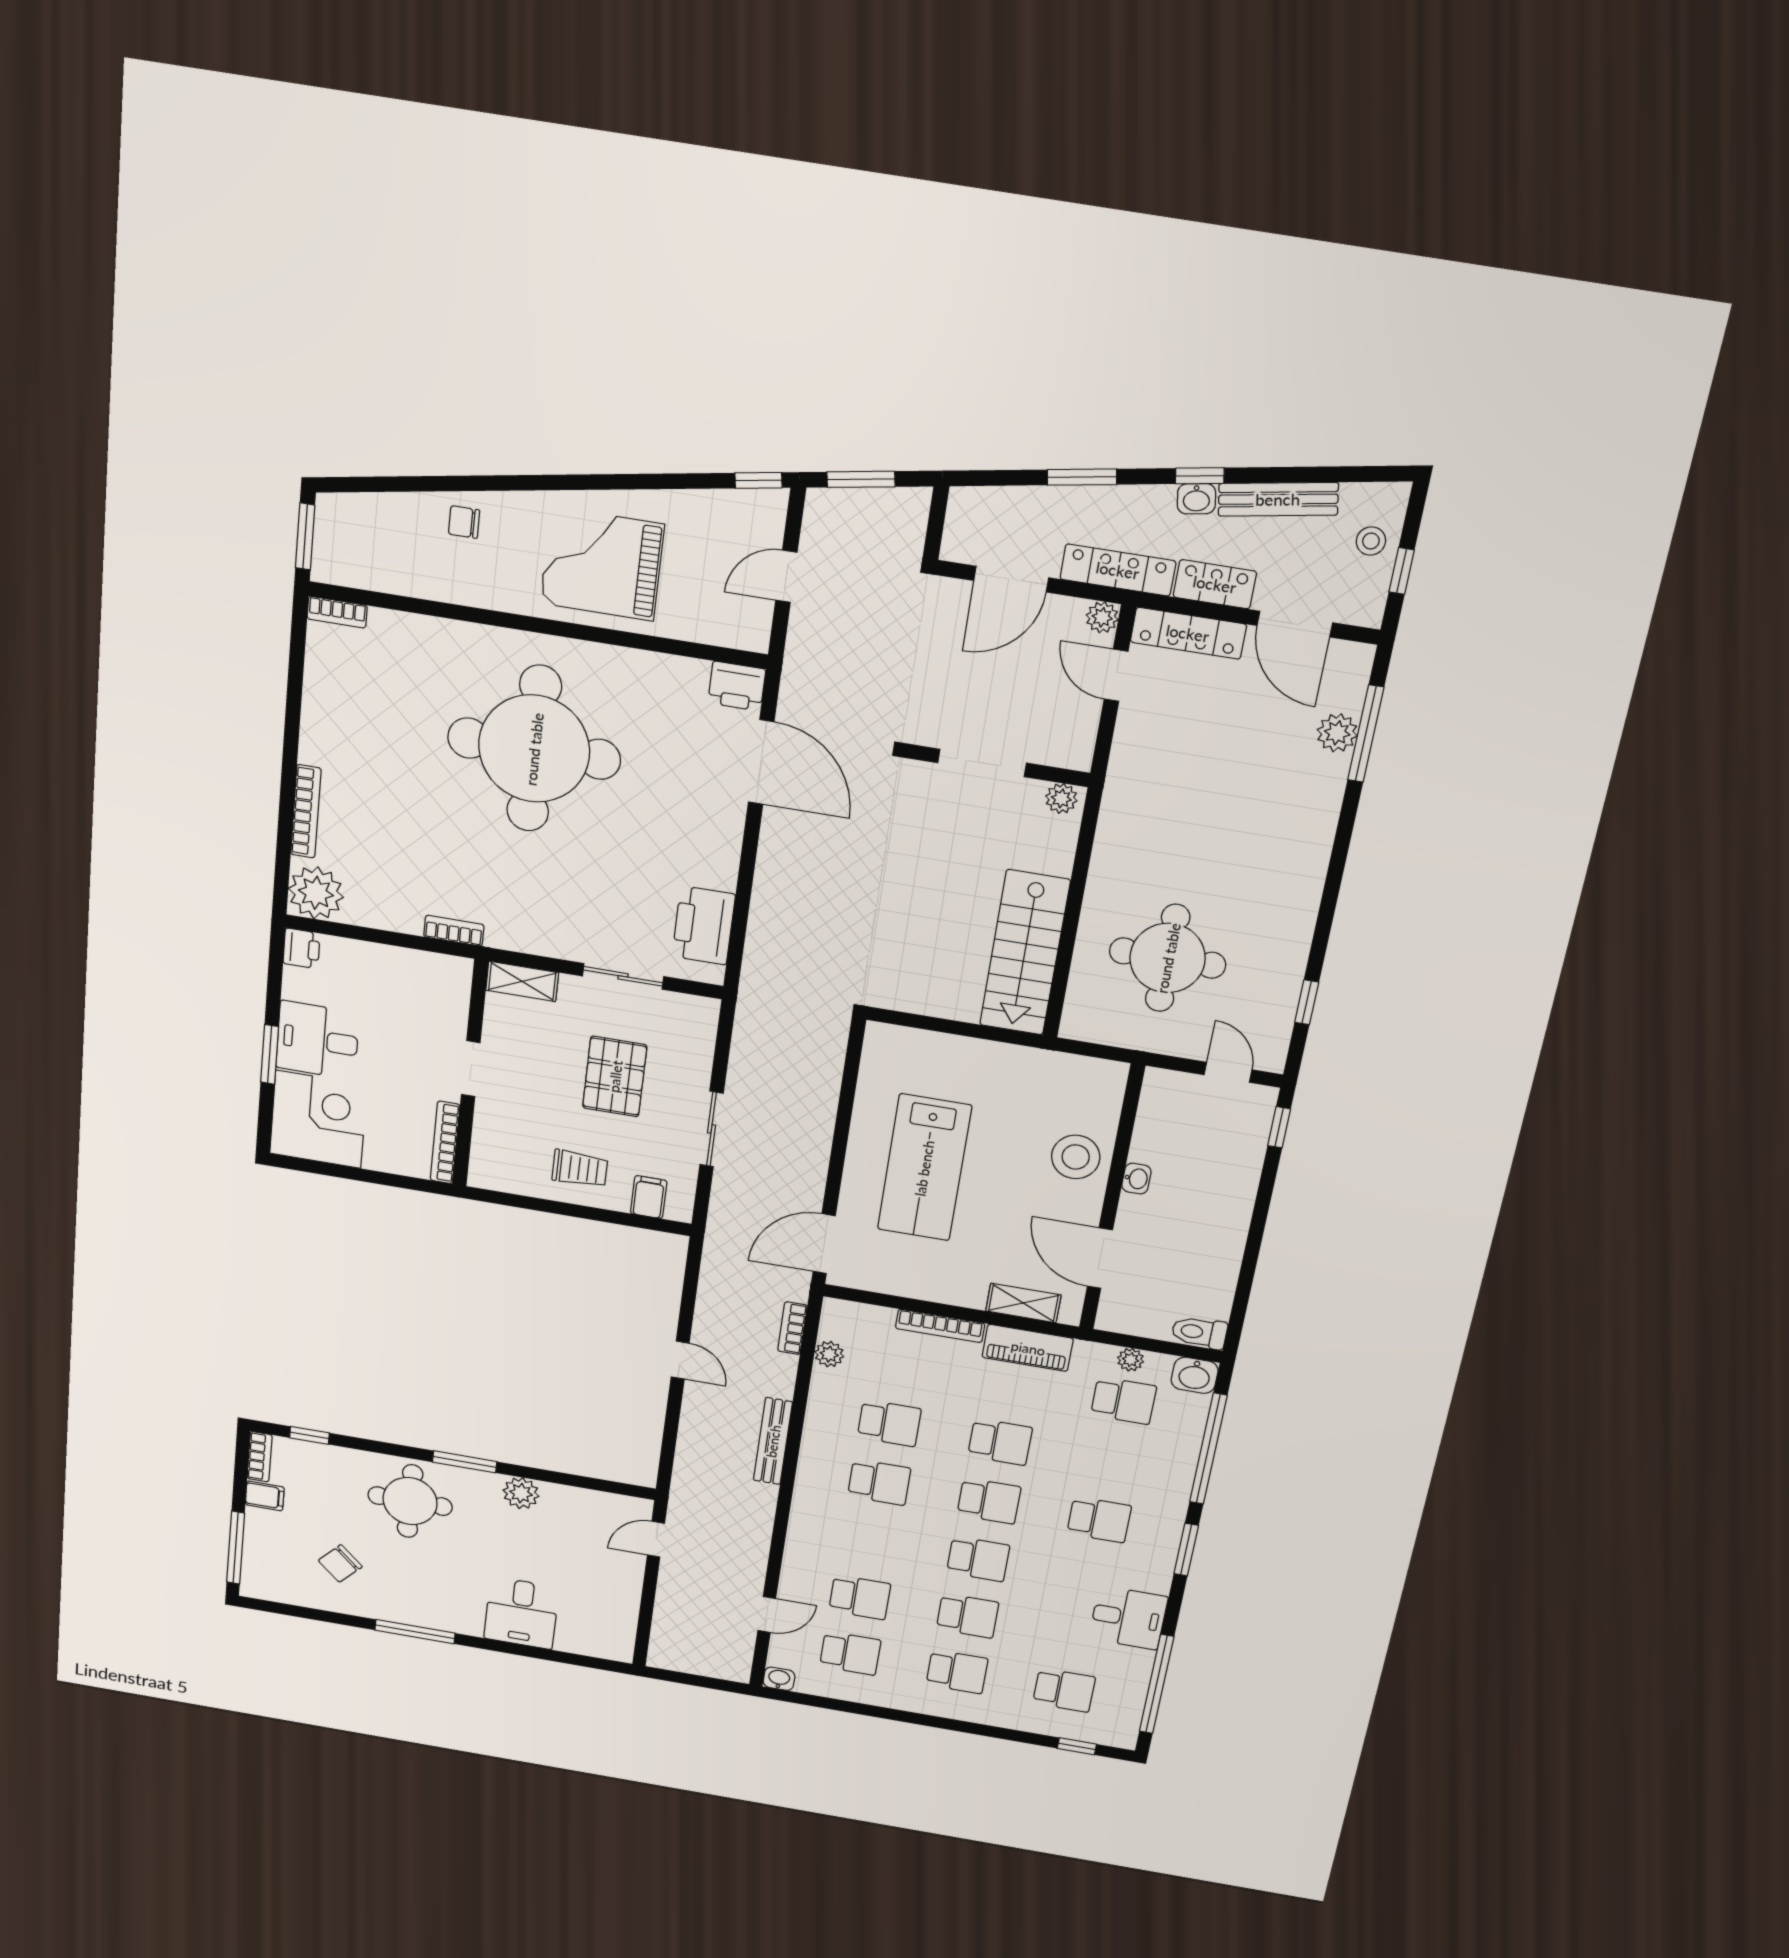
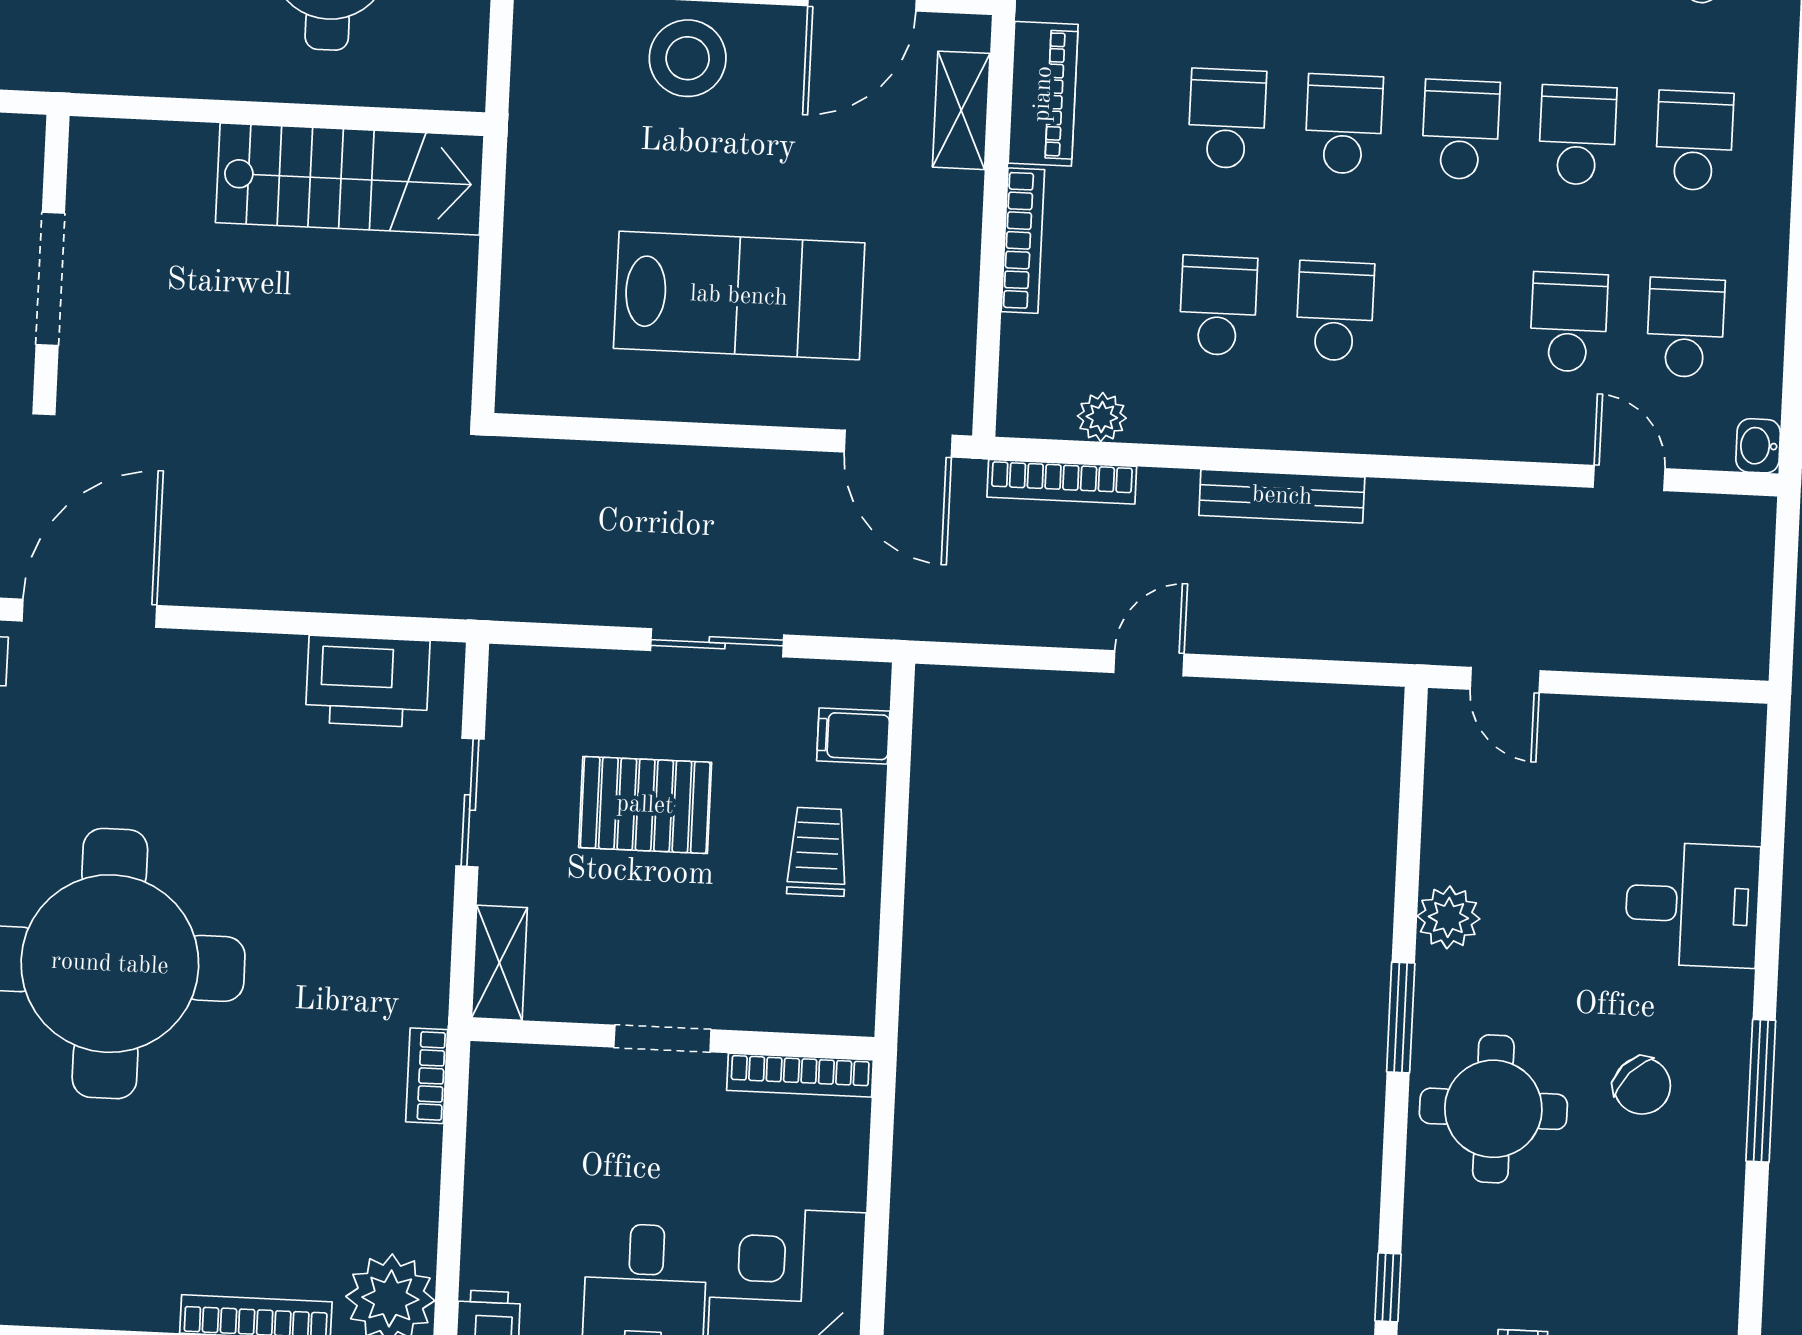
plant: (1061, 798) -> (92, 153), removed
bookcase: (792, 1328) -> (1062, 482), width x1.56
chair: (340, 1564) -> (1642, 1086), moved

